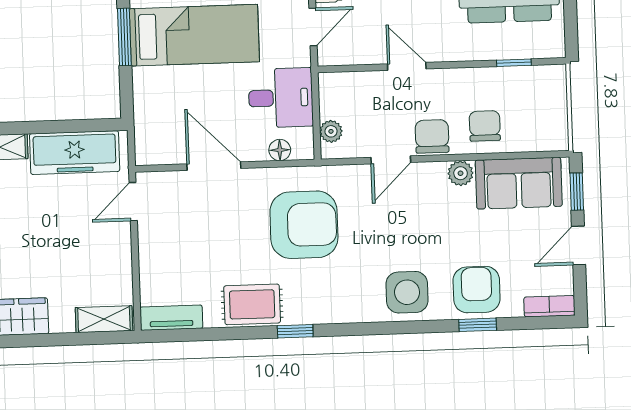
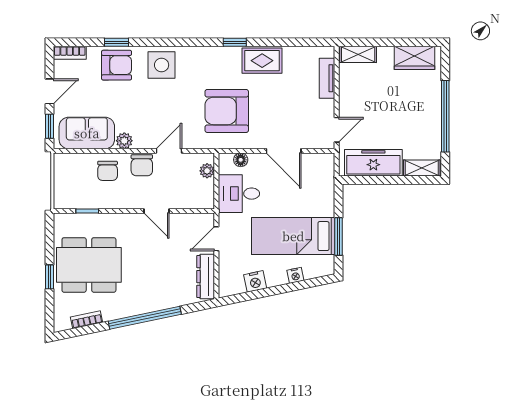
armchair: (477, 290) -> (117, 65), turned -90
tv unit: (171, 318) -> (327, 78), moved, turned 90

